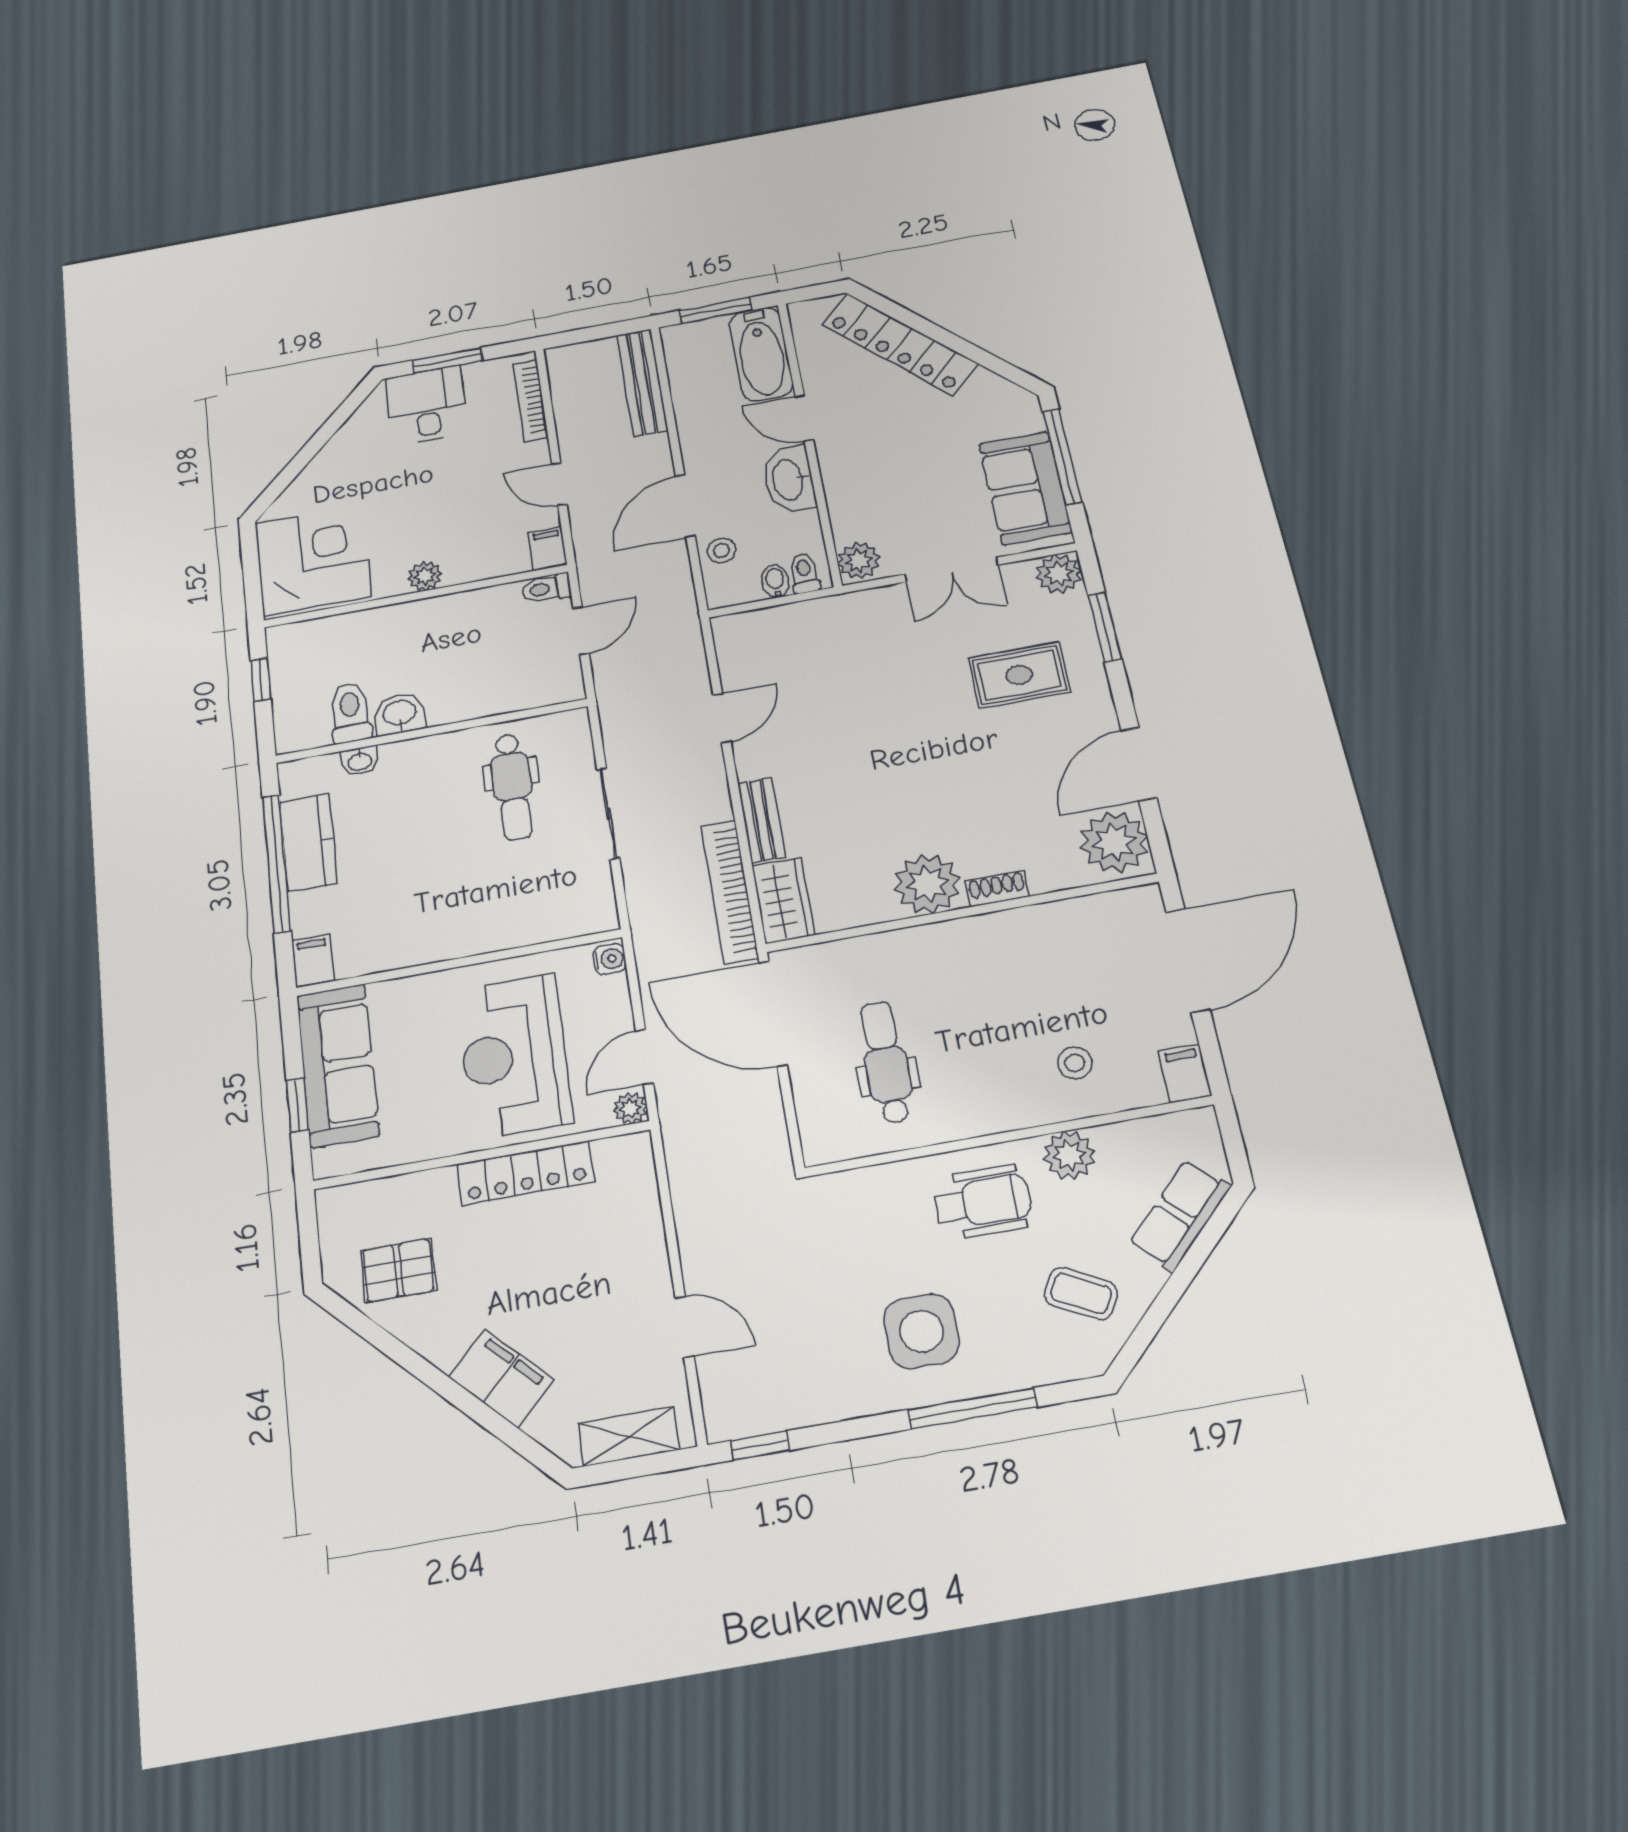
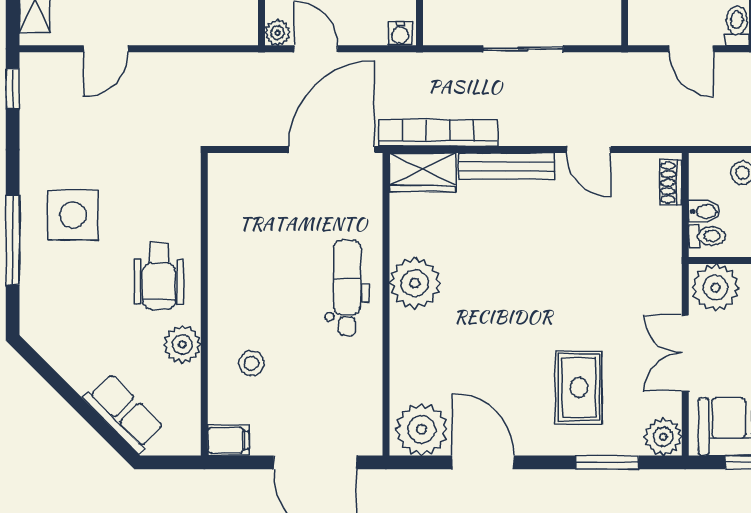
plant: (859, 561) -> (716, 288), width x1.36, depth x1.36
bench: (761, 820) -> (506, 166), width x1.36
shoe rack: (997, 889) -> (671, 183), moved, turned 180
dental chair: (886, 1062) -> (347, 288), moved, turned -90
coffee table: (1081, 1293) -> (80, 331), removed

